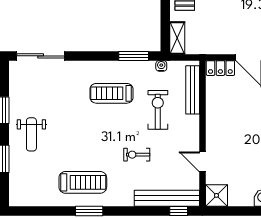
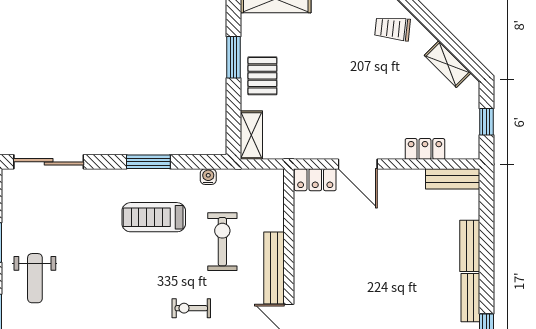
window: (134, 56) -> (148, 162), moved
water cooler: (161, 66) -> (208, 177), moved
bench: (193, 90) -> (274, 268), moved

